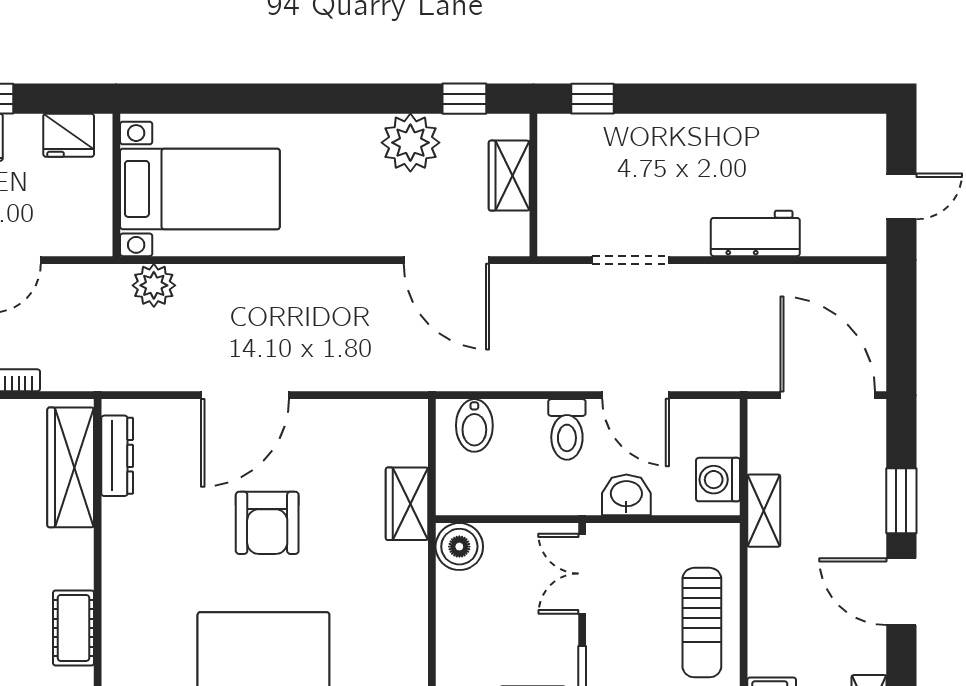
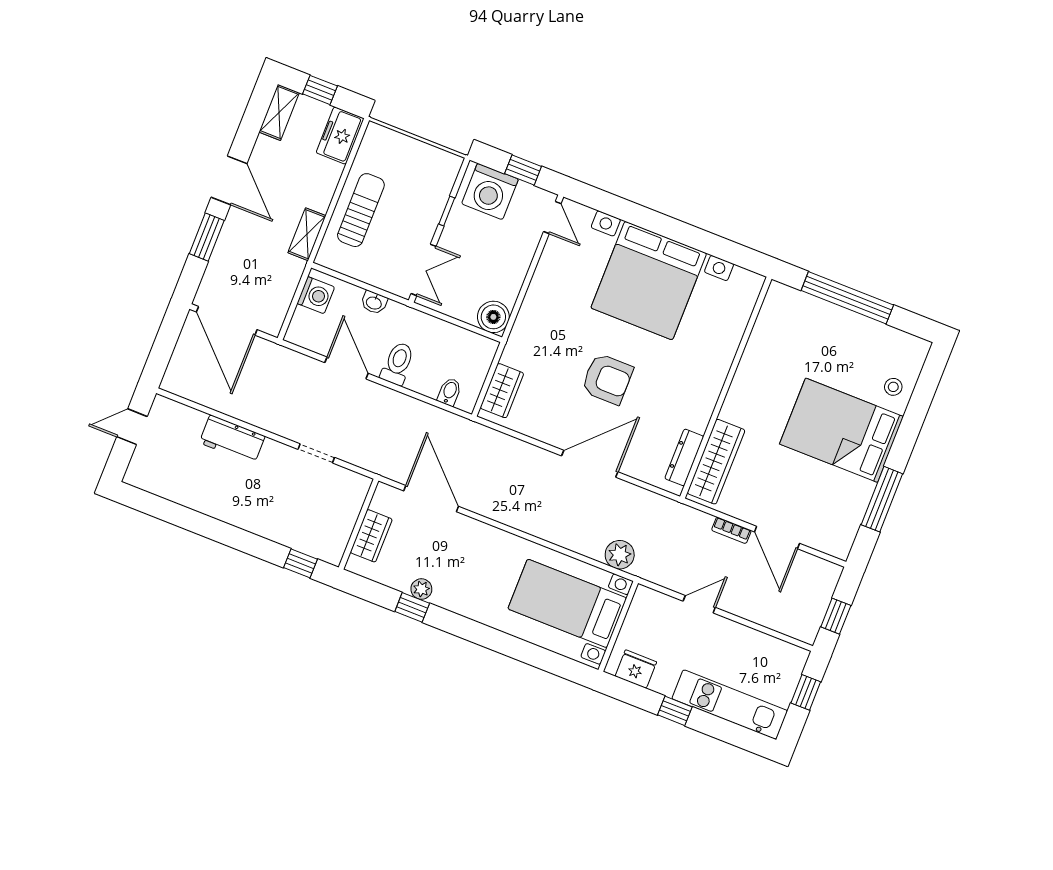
window: (464, 99) -> (412, 607), moved
plant: (410, 143) -> (421, 589), width x0.53, depth x0.53
doorway: (631, 260) -> (316, 453), width x0.73
bidet: (474, 425) -> (449, 392), width x0.72, depth x0.74
washbasin: (626, 495) -> (374, 303), width x0.72, depth x0.69
wardrobe: (407, 504) -> (502, 391), moved
shelving: (764, 511) -> (307, 234), moved
armchair: (267, 523) -> (607, 379), turned 90
cot: (73, 628) -> (754, 361), removed

